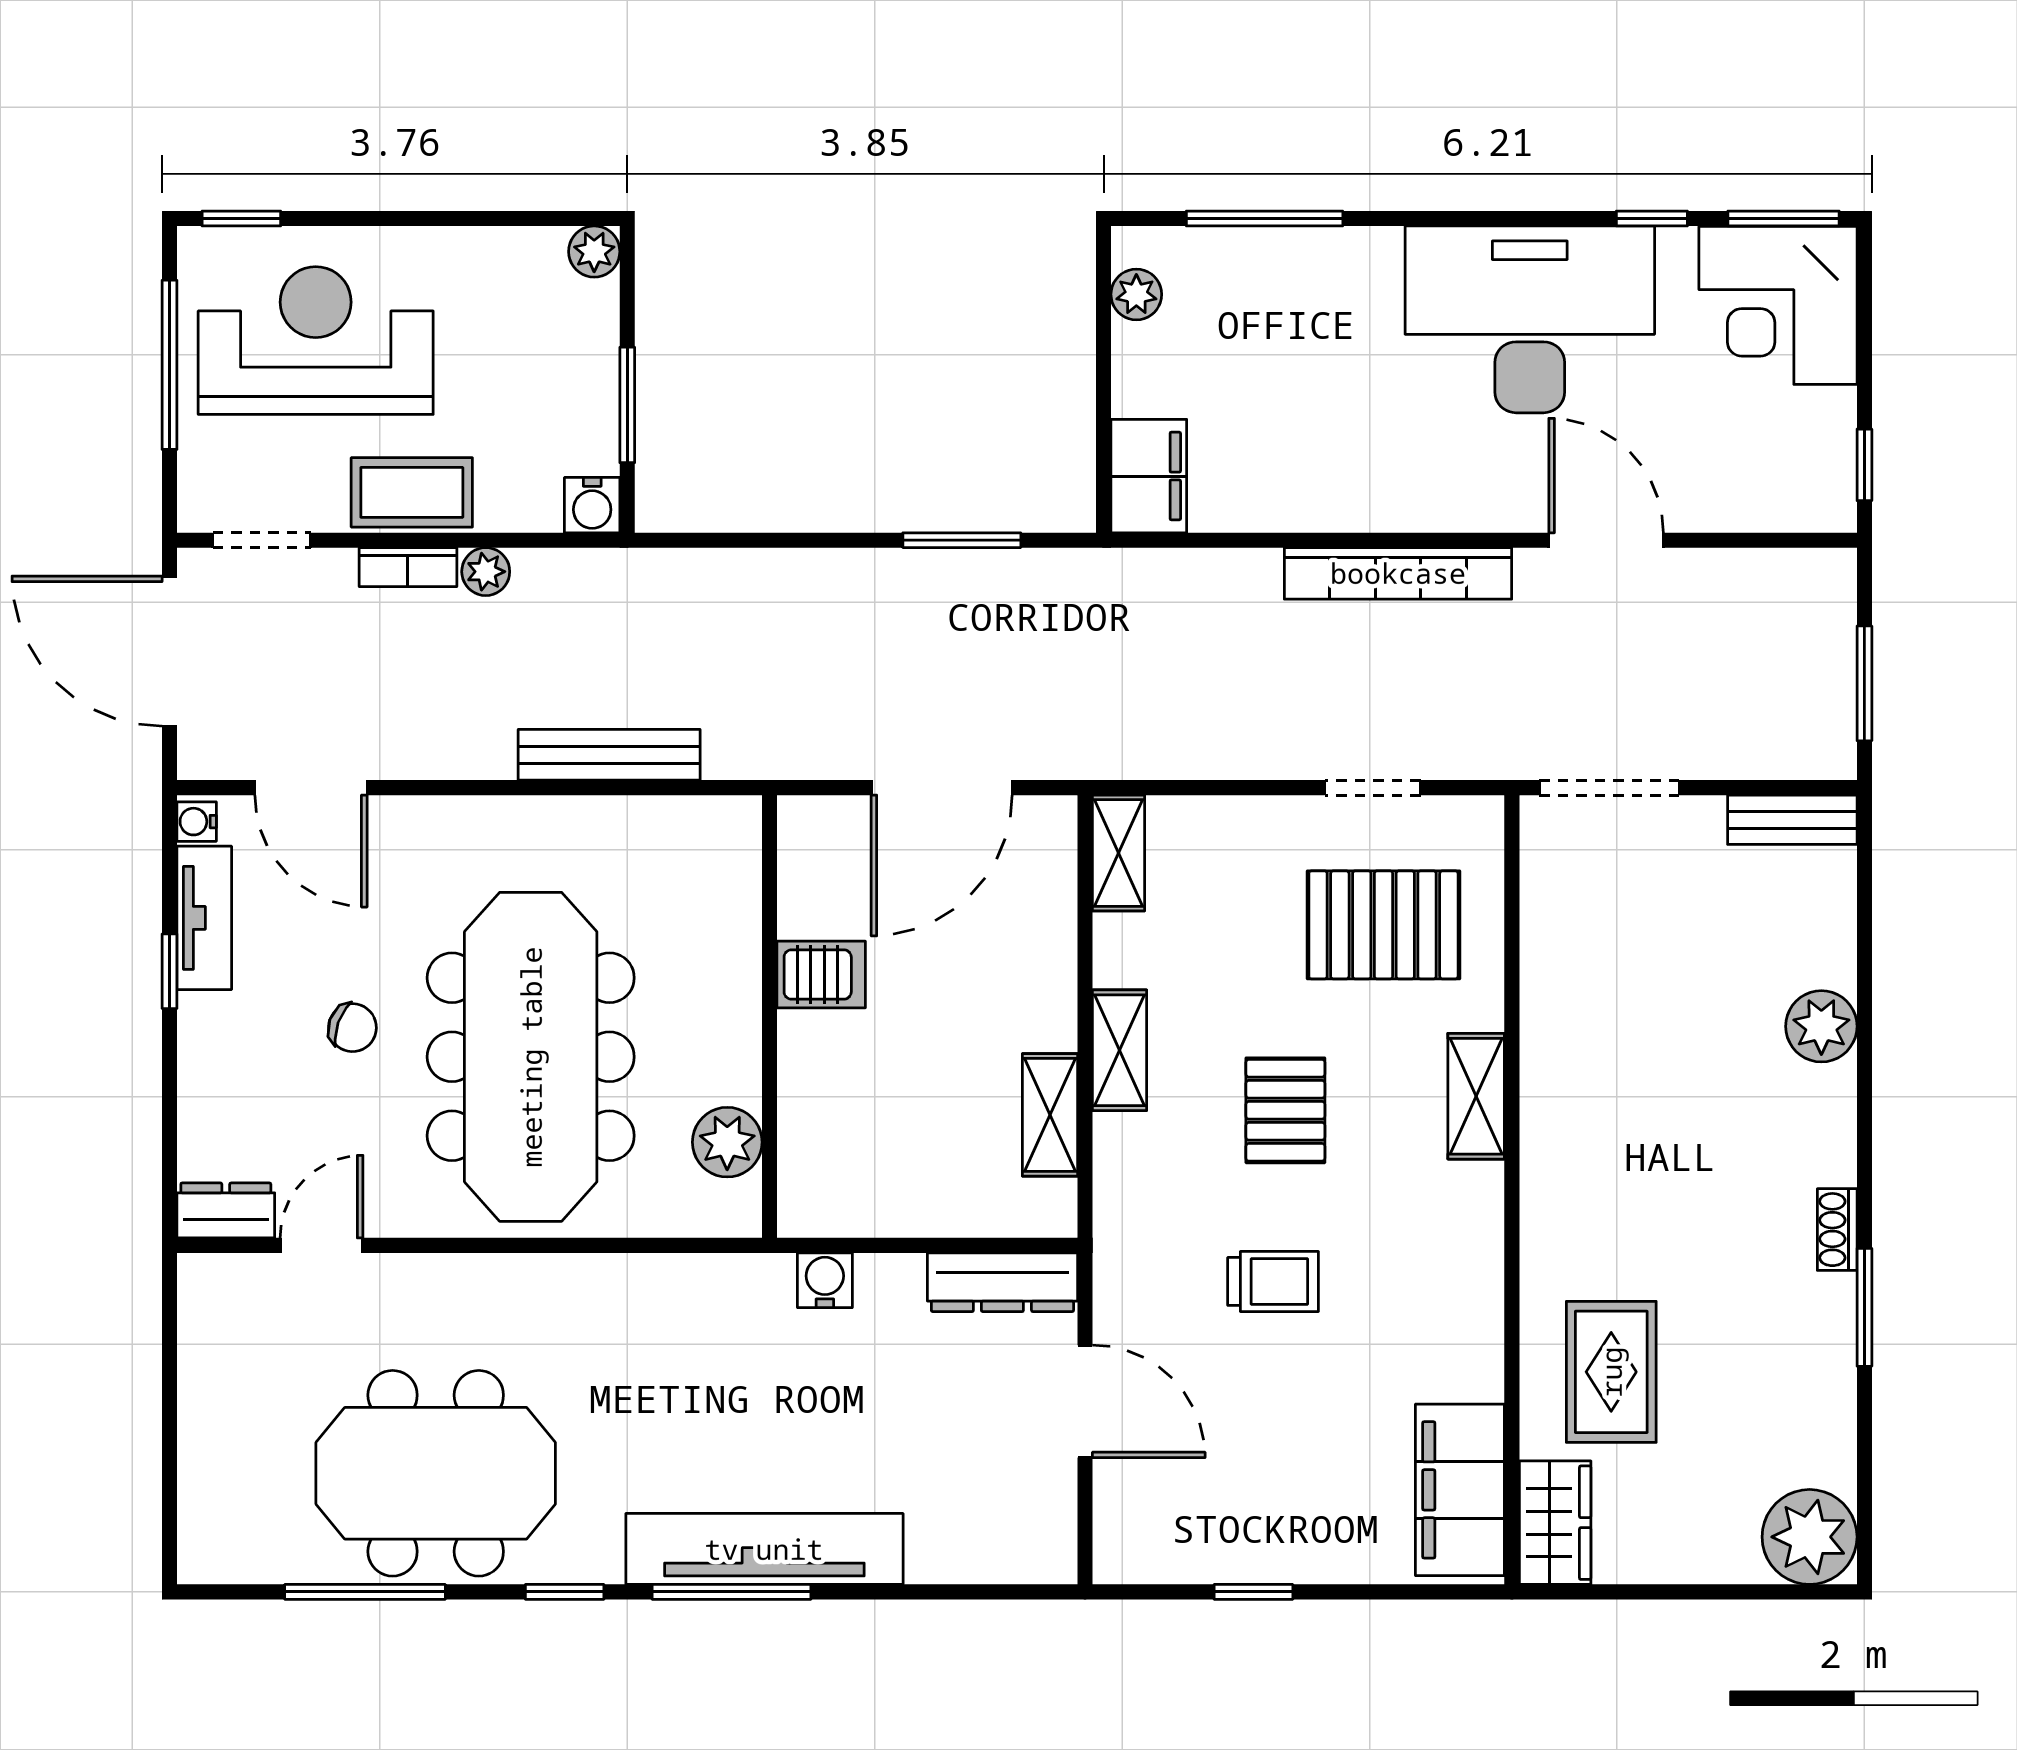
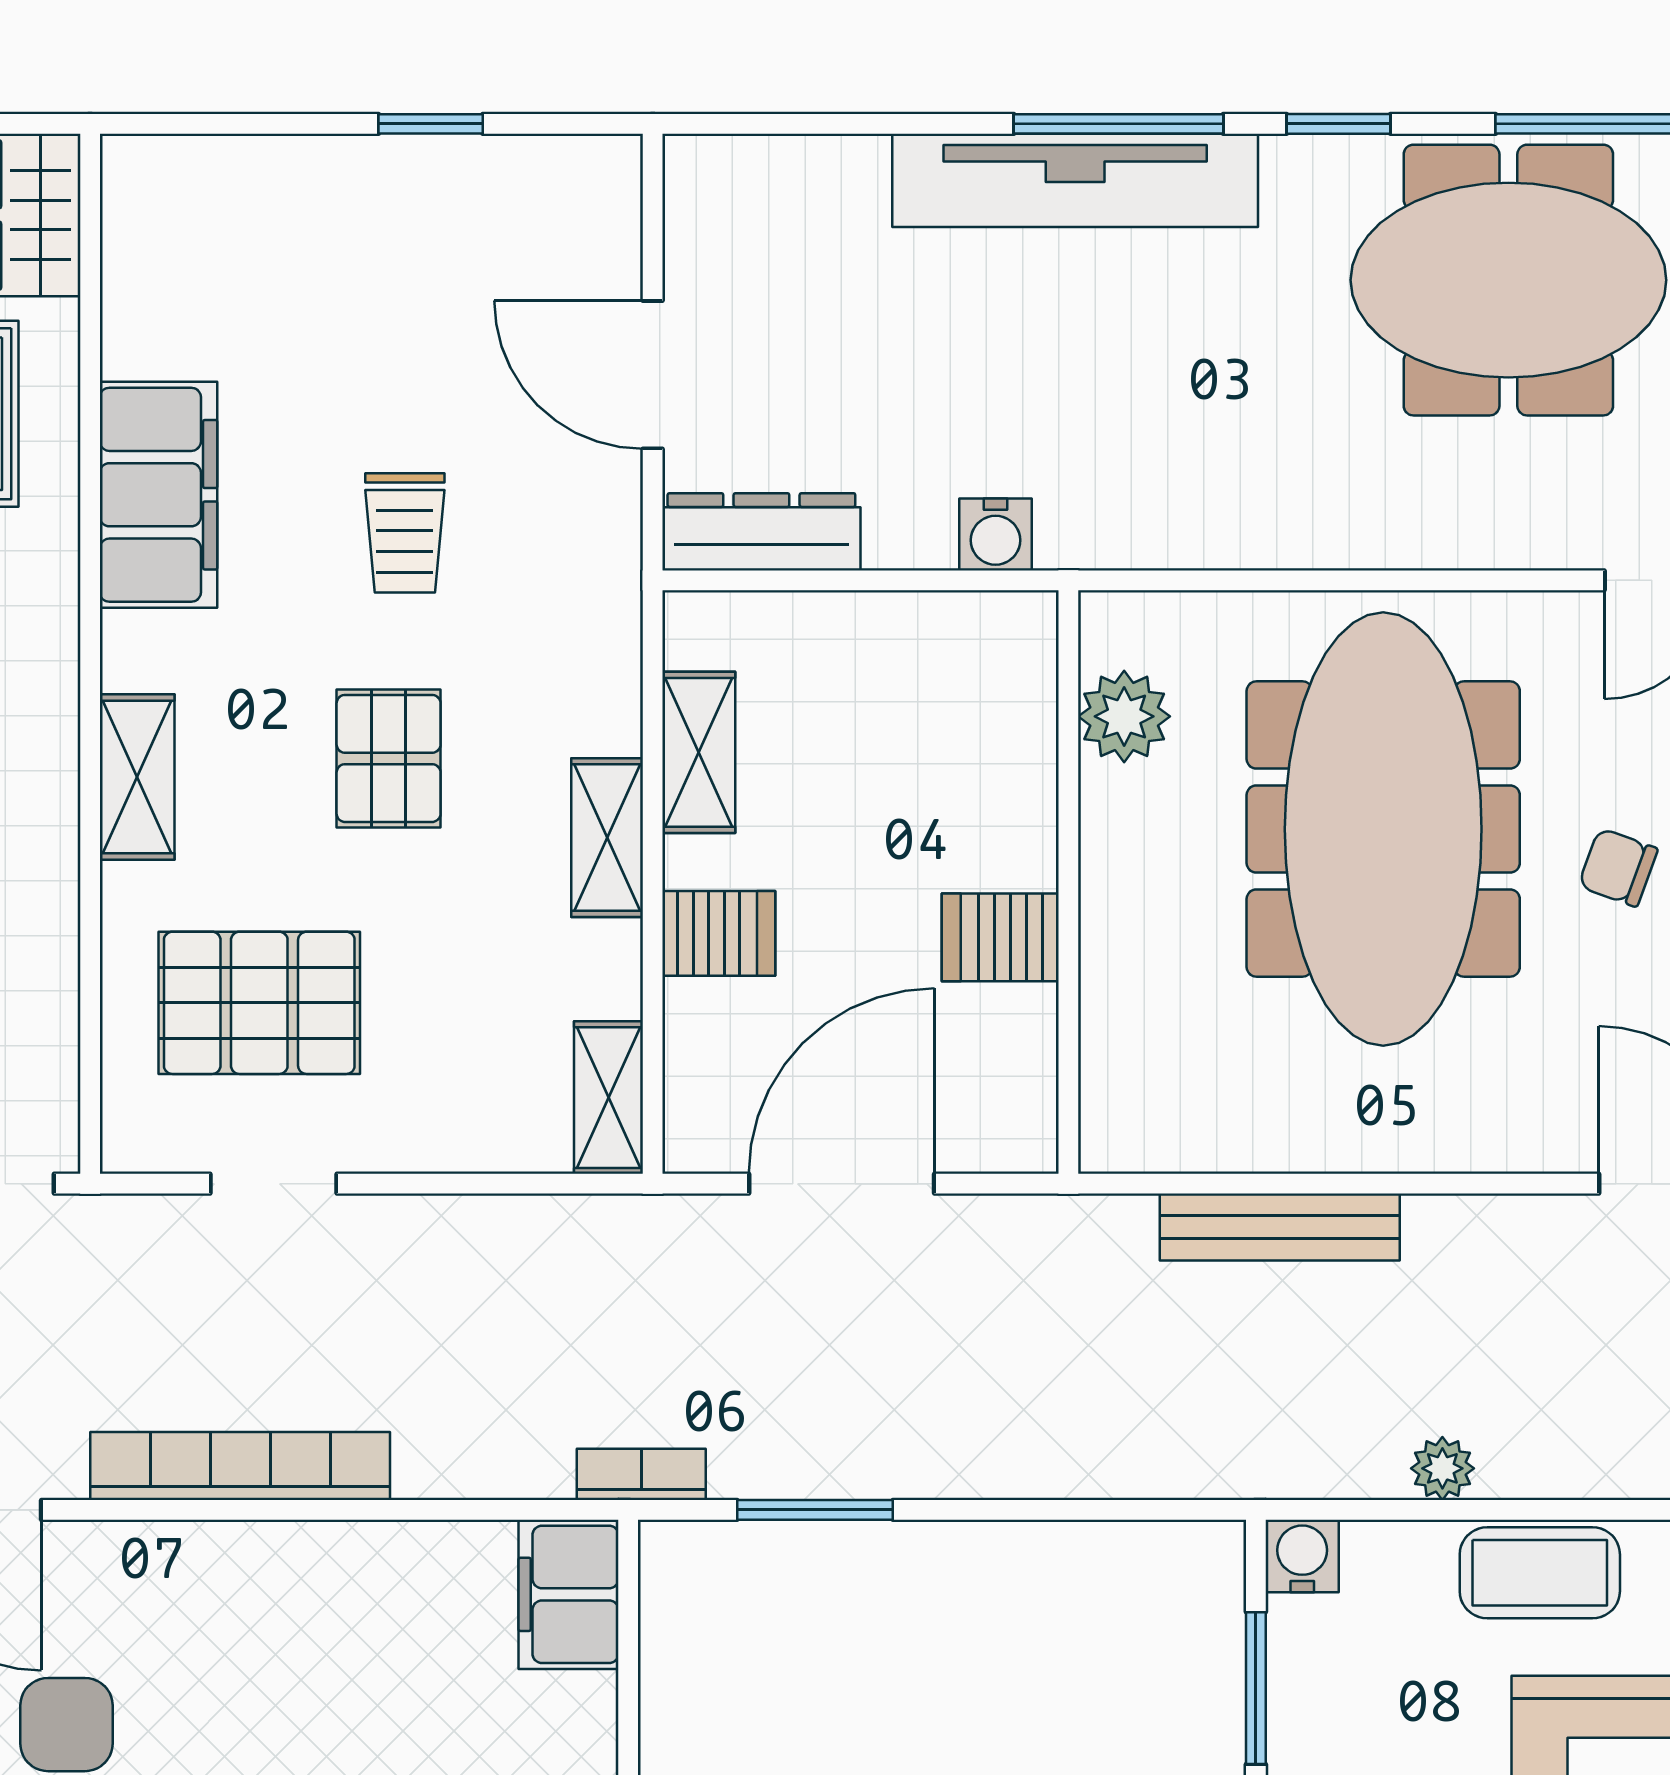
bookcase: (408, 567) -> (641, 1474), moved
server rack: (1035, 977) -> (719, 933), added
trolley: (1273, 1281) -> (405, 533), turned -90
filing cabinet: (1460, 1490) -> (159, 495), moved

